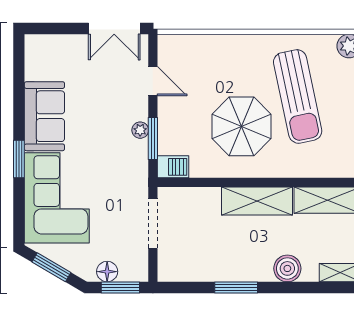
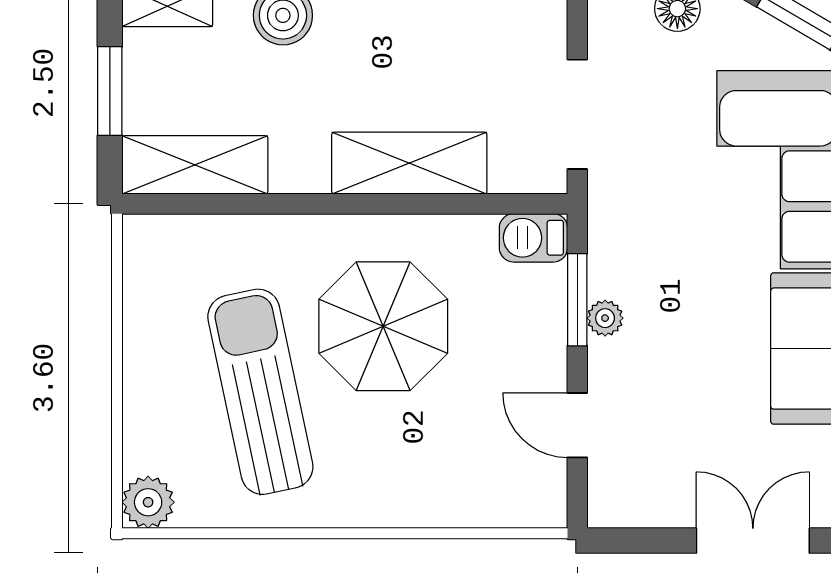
double door: (114, 28) -> (753, 541), moved
shelving: (257, 201) -> (409, 163), moved

